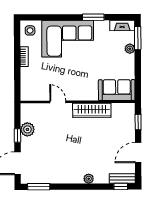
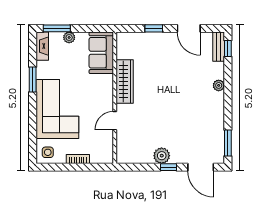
sofa: (117, 90) -> (101, 53), moved
door: (58, 102) -> (115, 121), moved
wall: (78, 102) -> (115, 98), moved
wardrobe: (92, 110) -> (125, 82), moved

